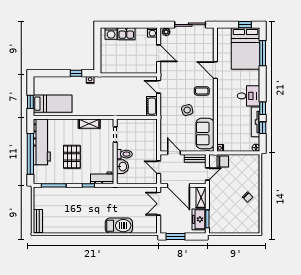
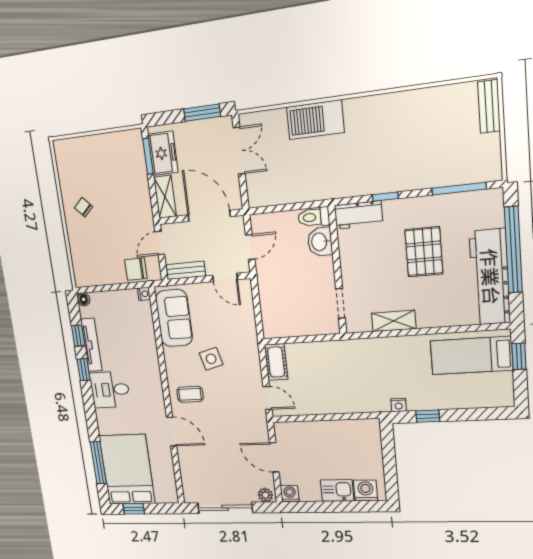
toilet: (124, 154) -> (314, 217), moved
door: (159, 167) -> (250, 247), hinge flipped
double door: (159, 204) -> (239, 151), moved

